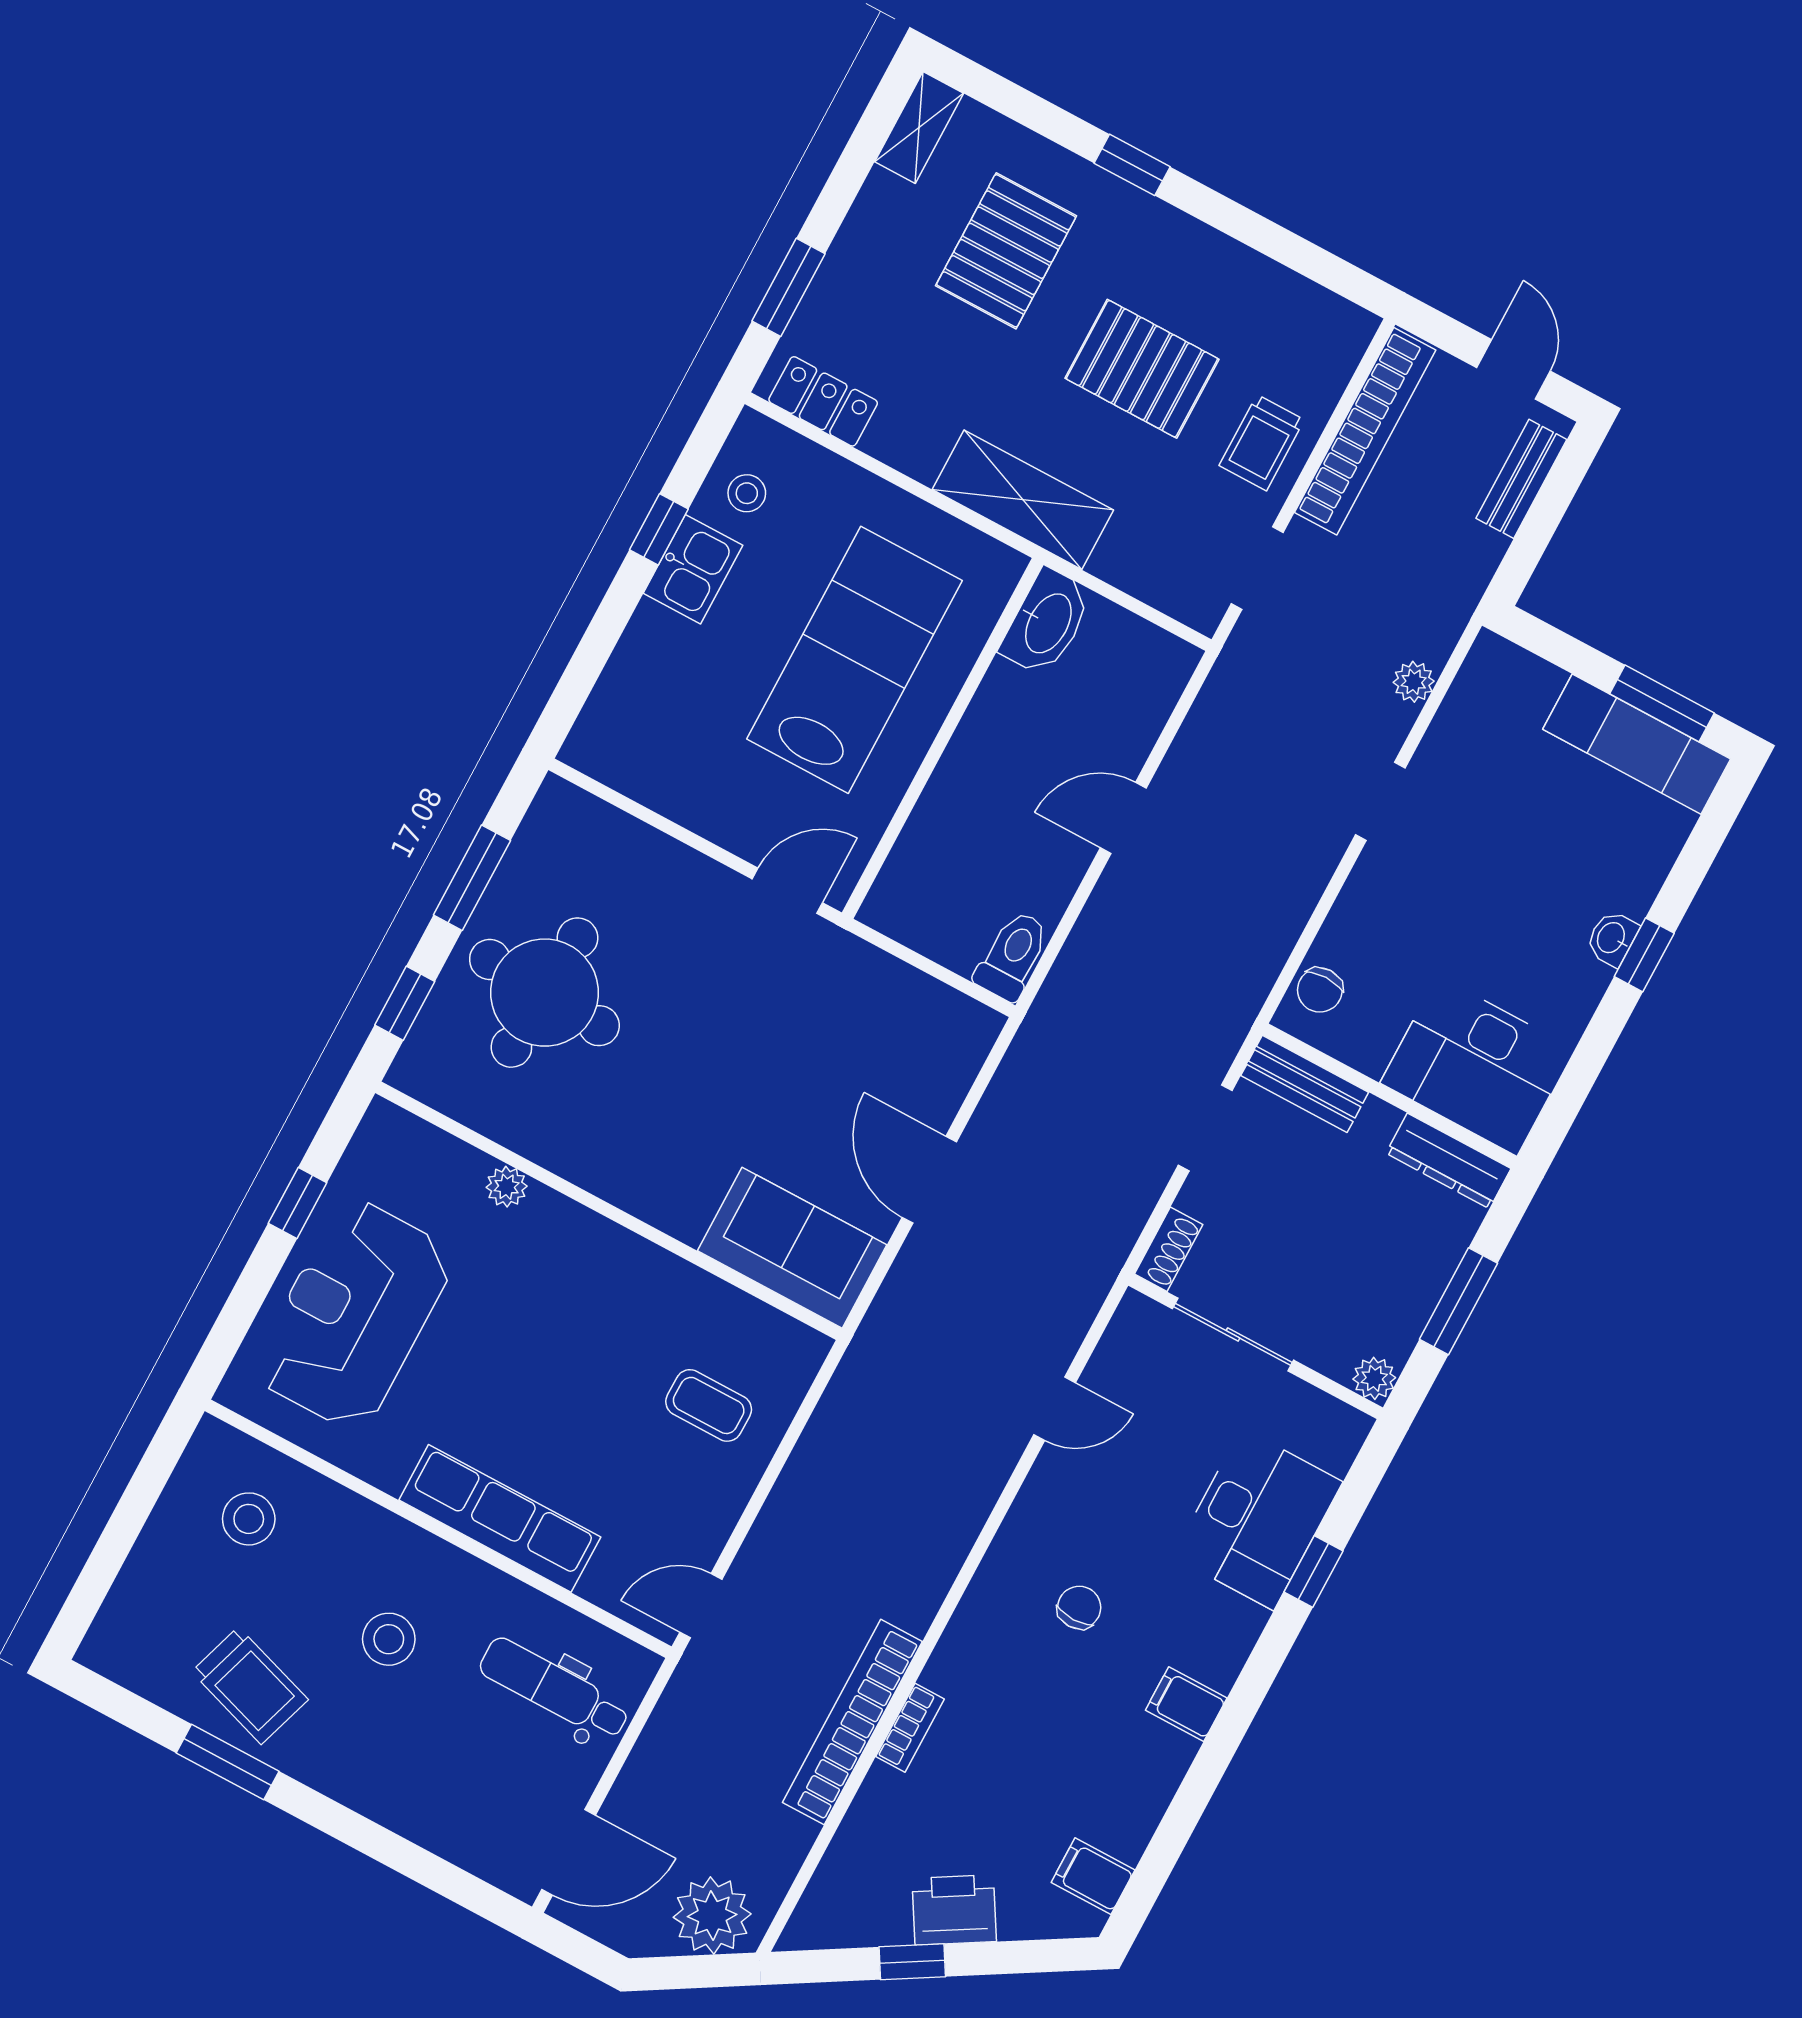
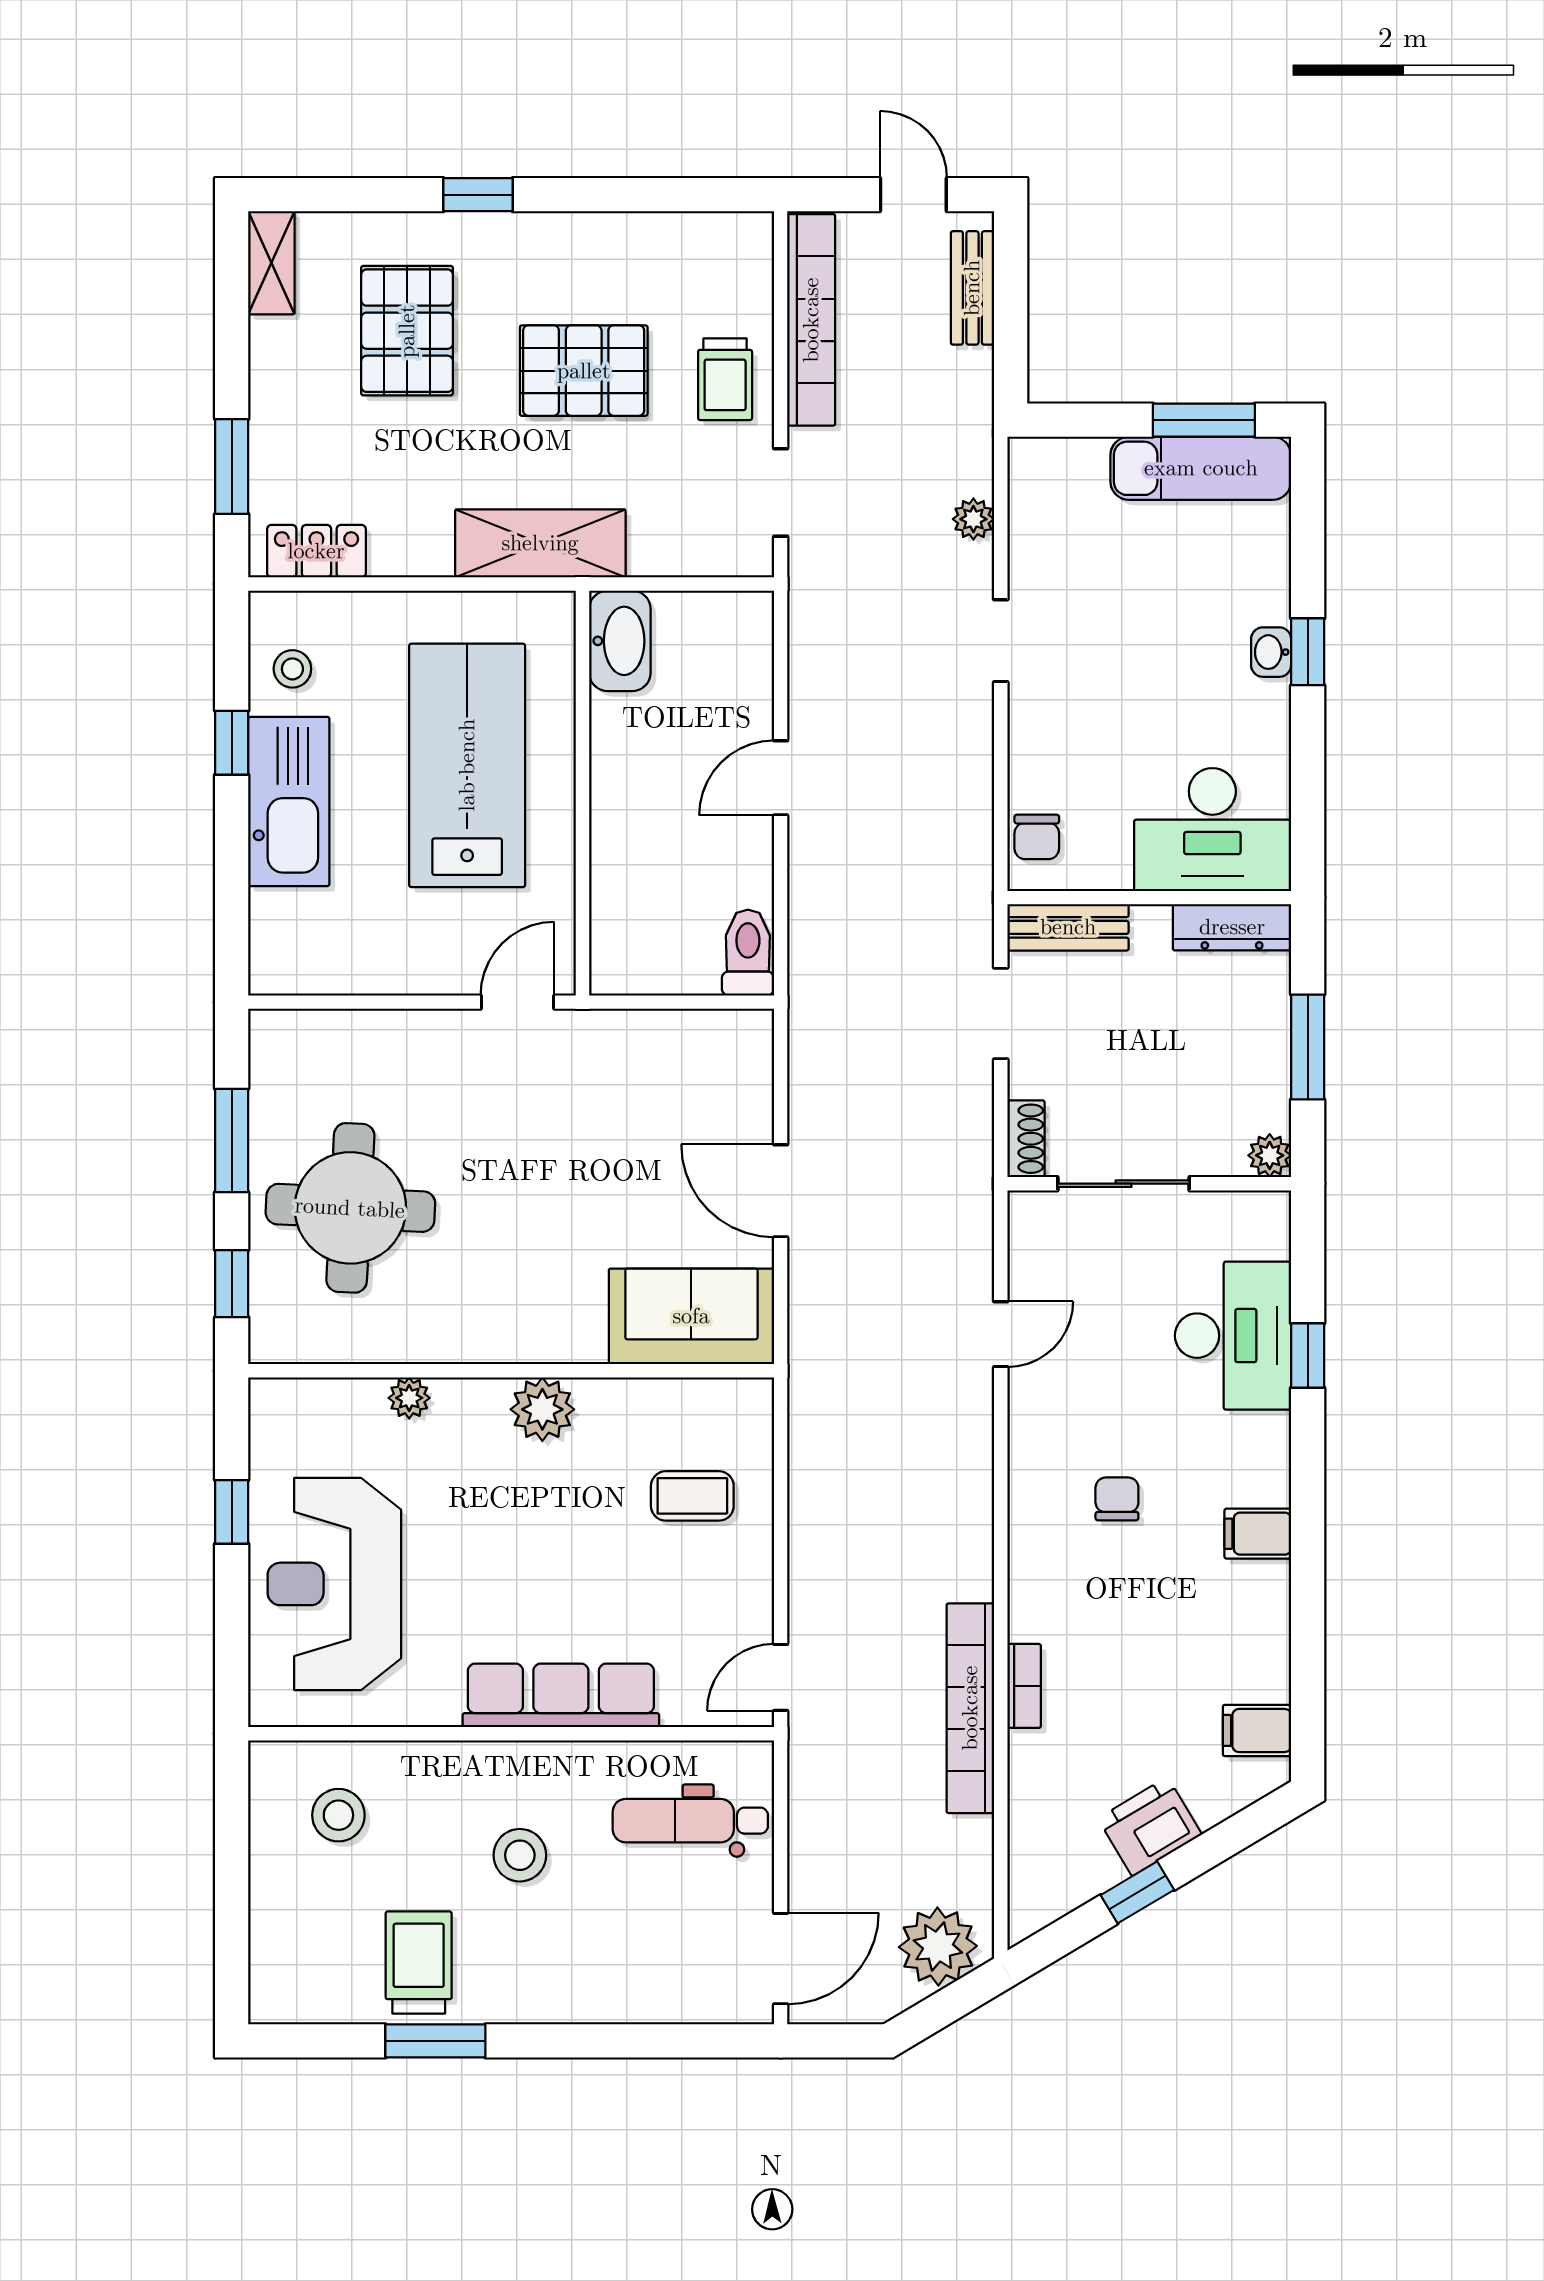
kitchen sink: (693, 569) -> (289, 801), width x1.88, depth x1.24
plant: (618, 1259) -> (542, 1409), added
trolley: (250, 1686) -> (419, 1962), turned -108

